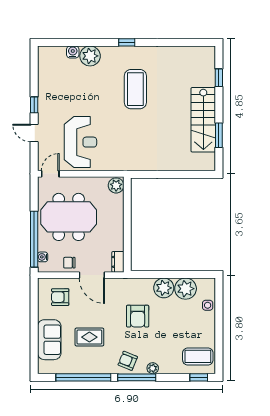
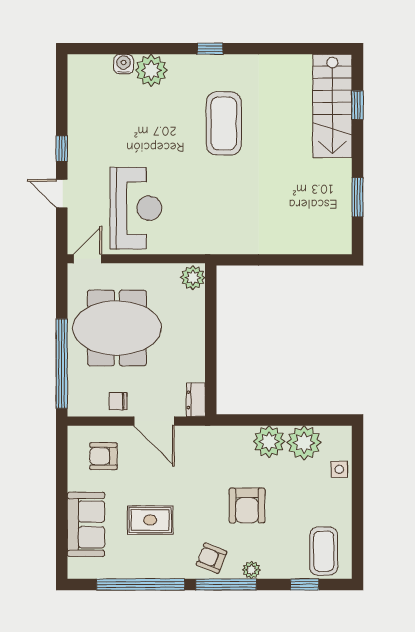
stairs: (203, 120) -> (332, 106), moved
water cooler: (43, 257) -> (75, 392), removed
armchair: (138, 316) -> (247, 505), moved
coffee table: (198, 356) -> (324, 551), turned 90
window: (199, 377) -> (305, 585), moved

